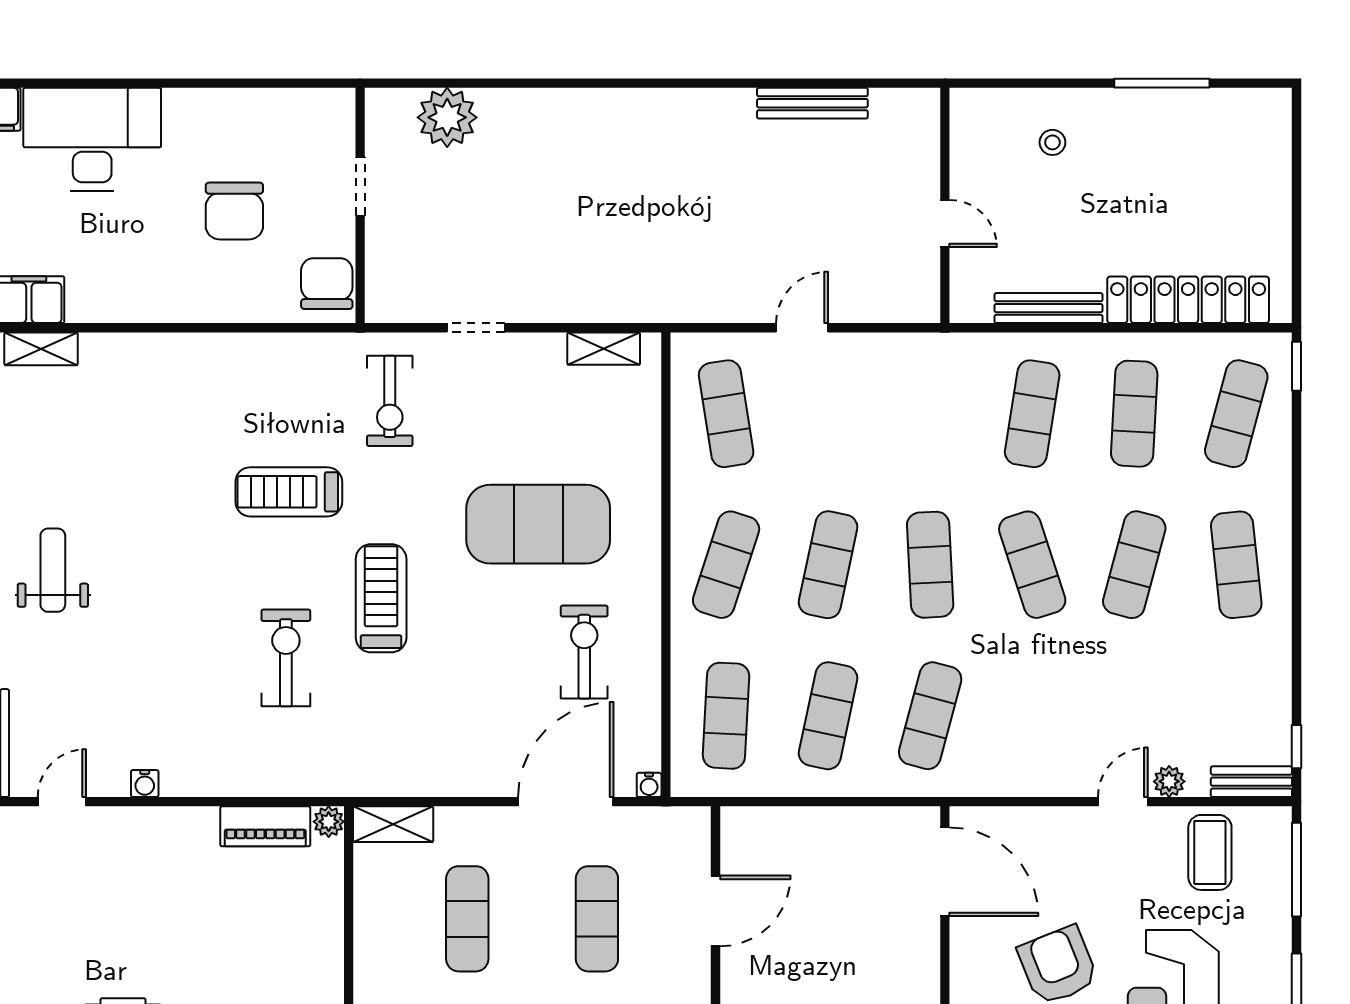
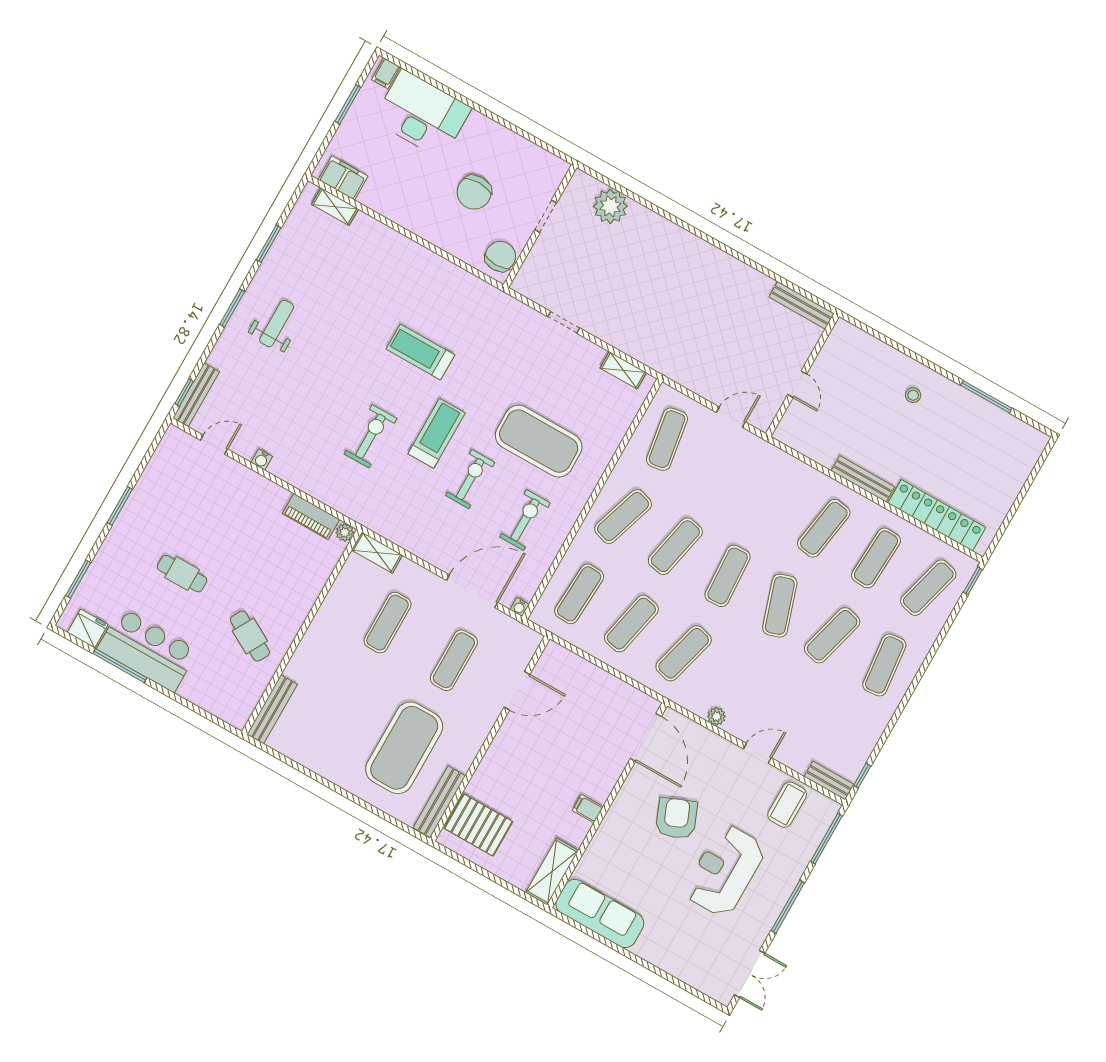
wall: (945, 205) -> (802, 375), moved
door: (945, 223) -> (797, 384), moved
exercise bike: (390, 401) -> (470, 479), moved, turned 180
plant: (1169, 781) -> (716, 716), moved

